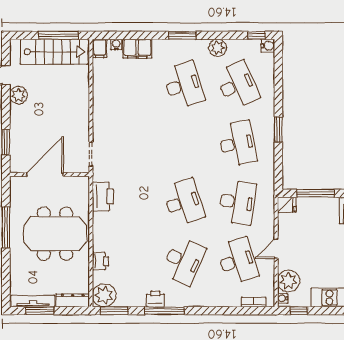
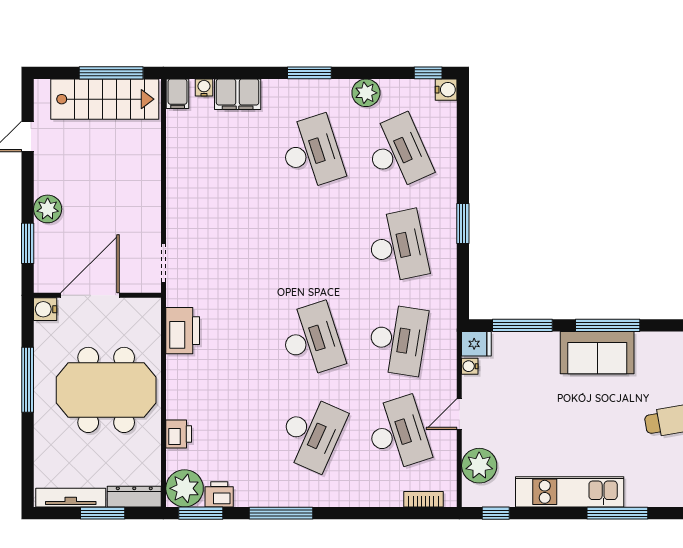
plant: (18, 95) -> (48, 209), moved
water cooler: (17, 183) -> (45, 309), added
water cooler: (283, 298) -> (470, 366), moved
printer: (155, 299) -> (219, 494), moved
window: (40, 311) -> (103, 513), moved

